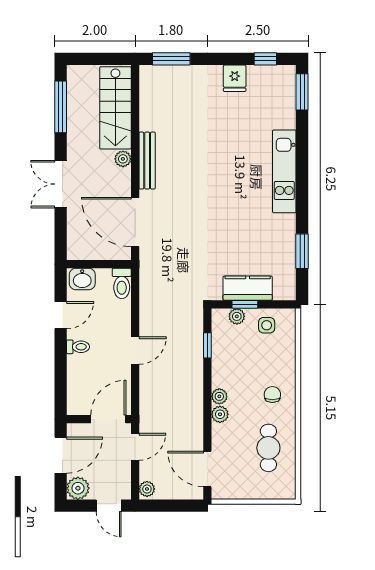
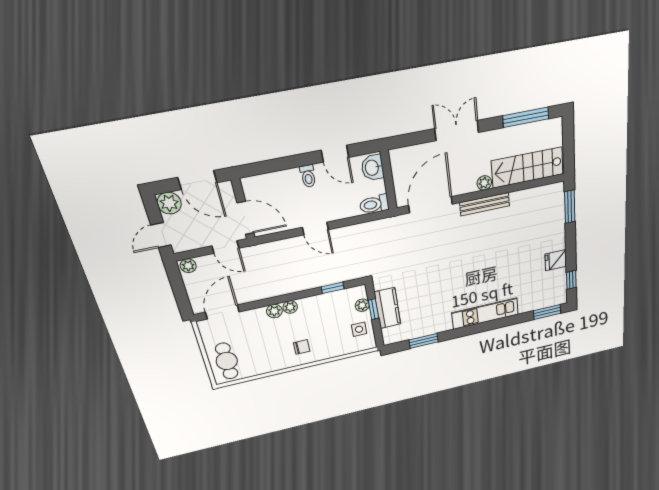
cafe table: (268, 448) -> (227, 361), moved, turned 90

